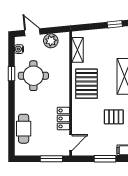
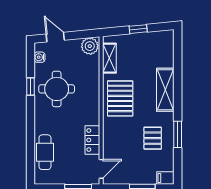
window: (115, 24) -> (138, 29), moved
plant: (51, 41) -> (90, 46), moved
pallet: (114, 117) -> (153, 138), turned 90

